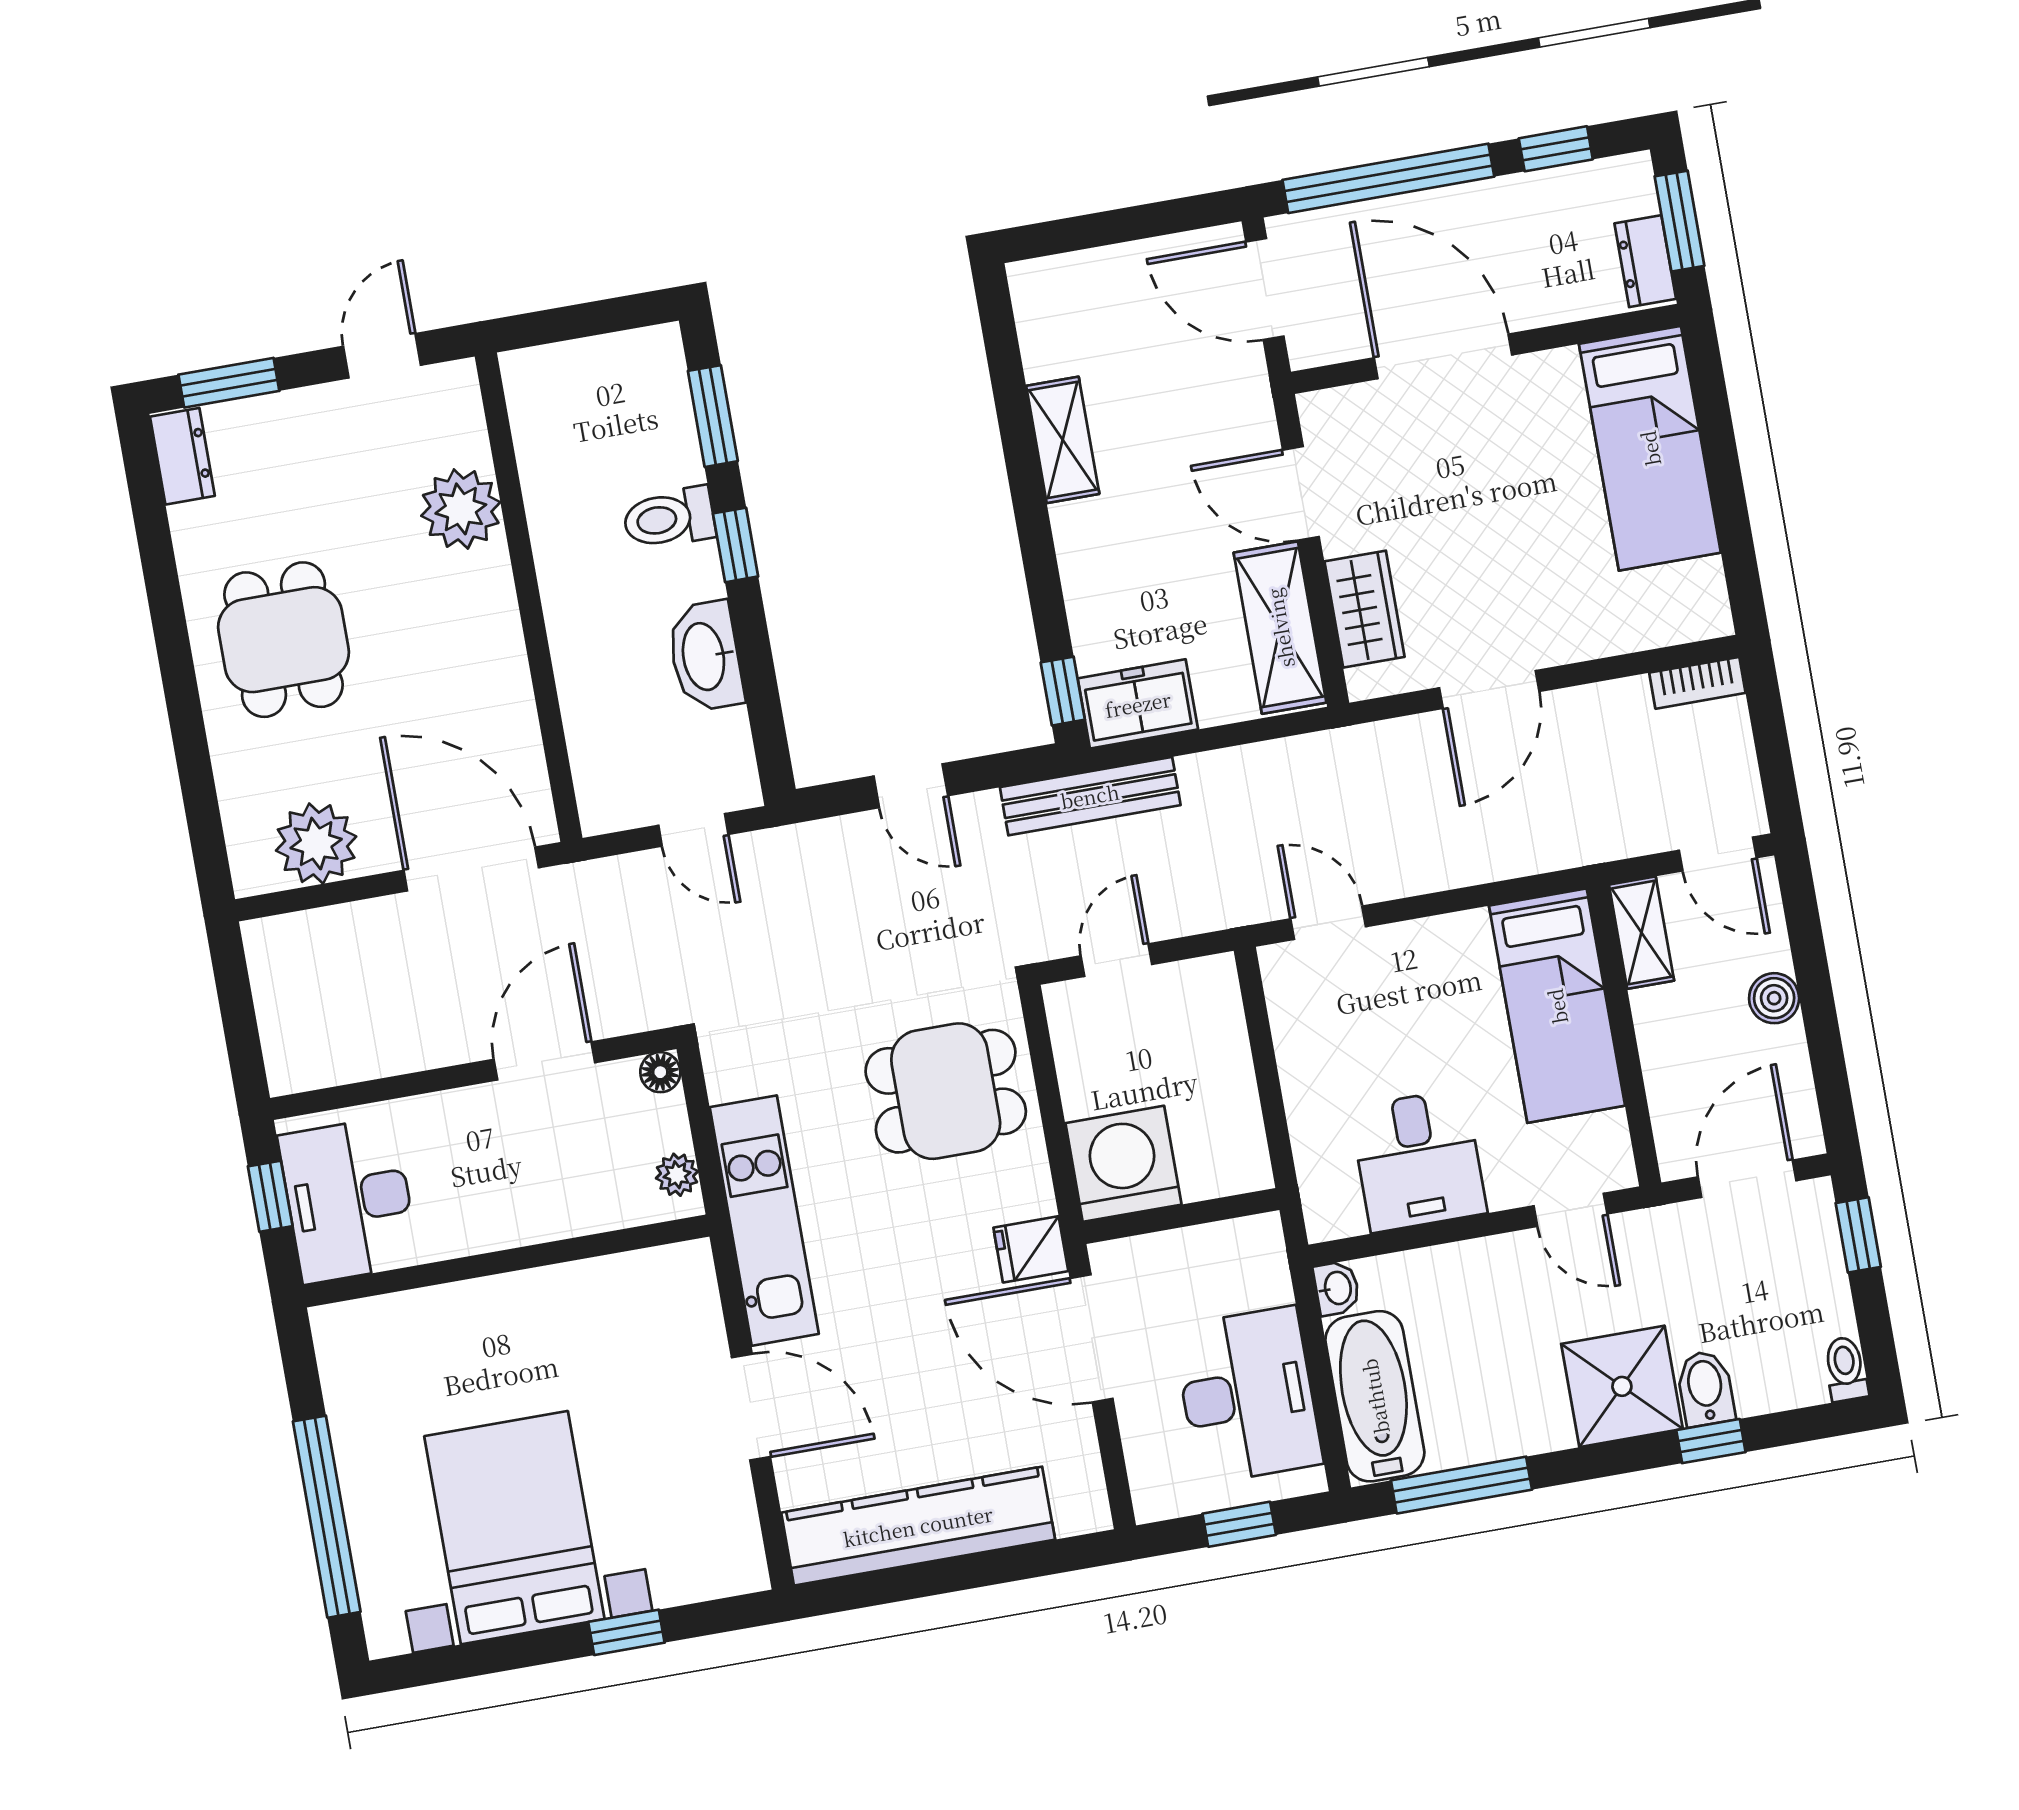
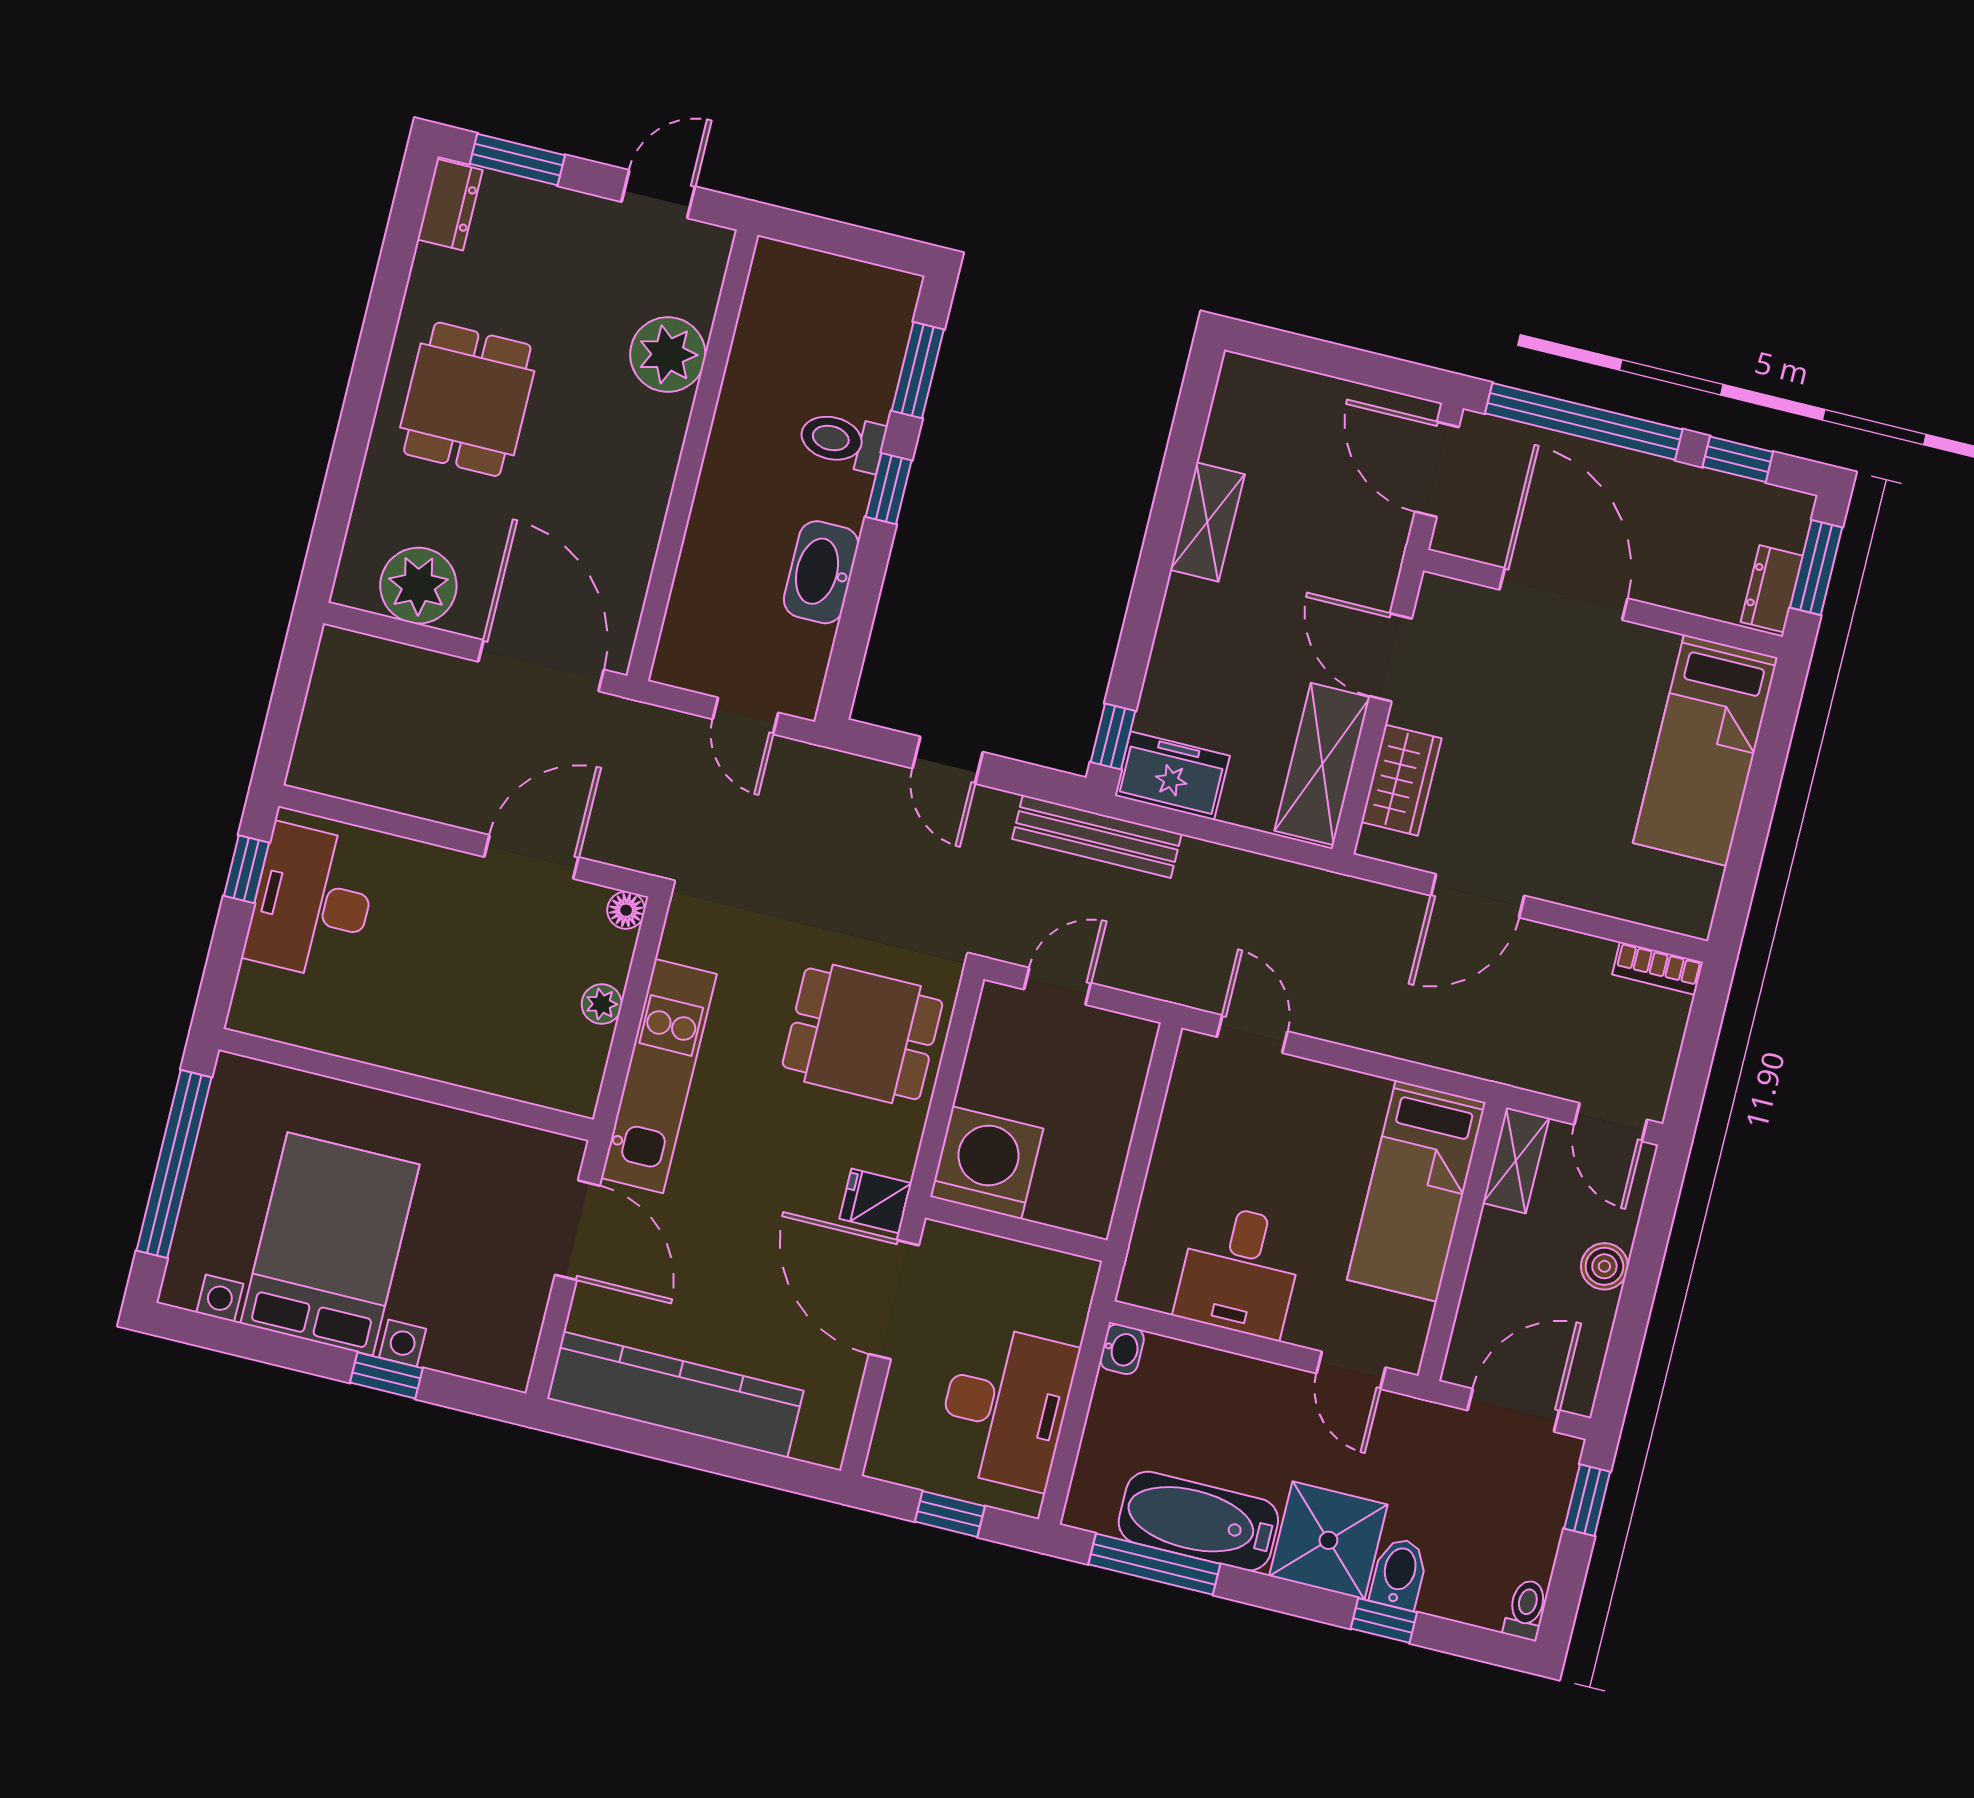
wall: (506, 1261) -> (406, 1084), moved
bathtub: (1375, 1396) -> (1198, 1521), moved, turned -90

